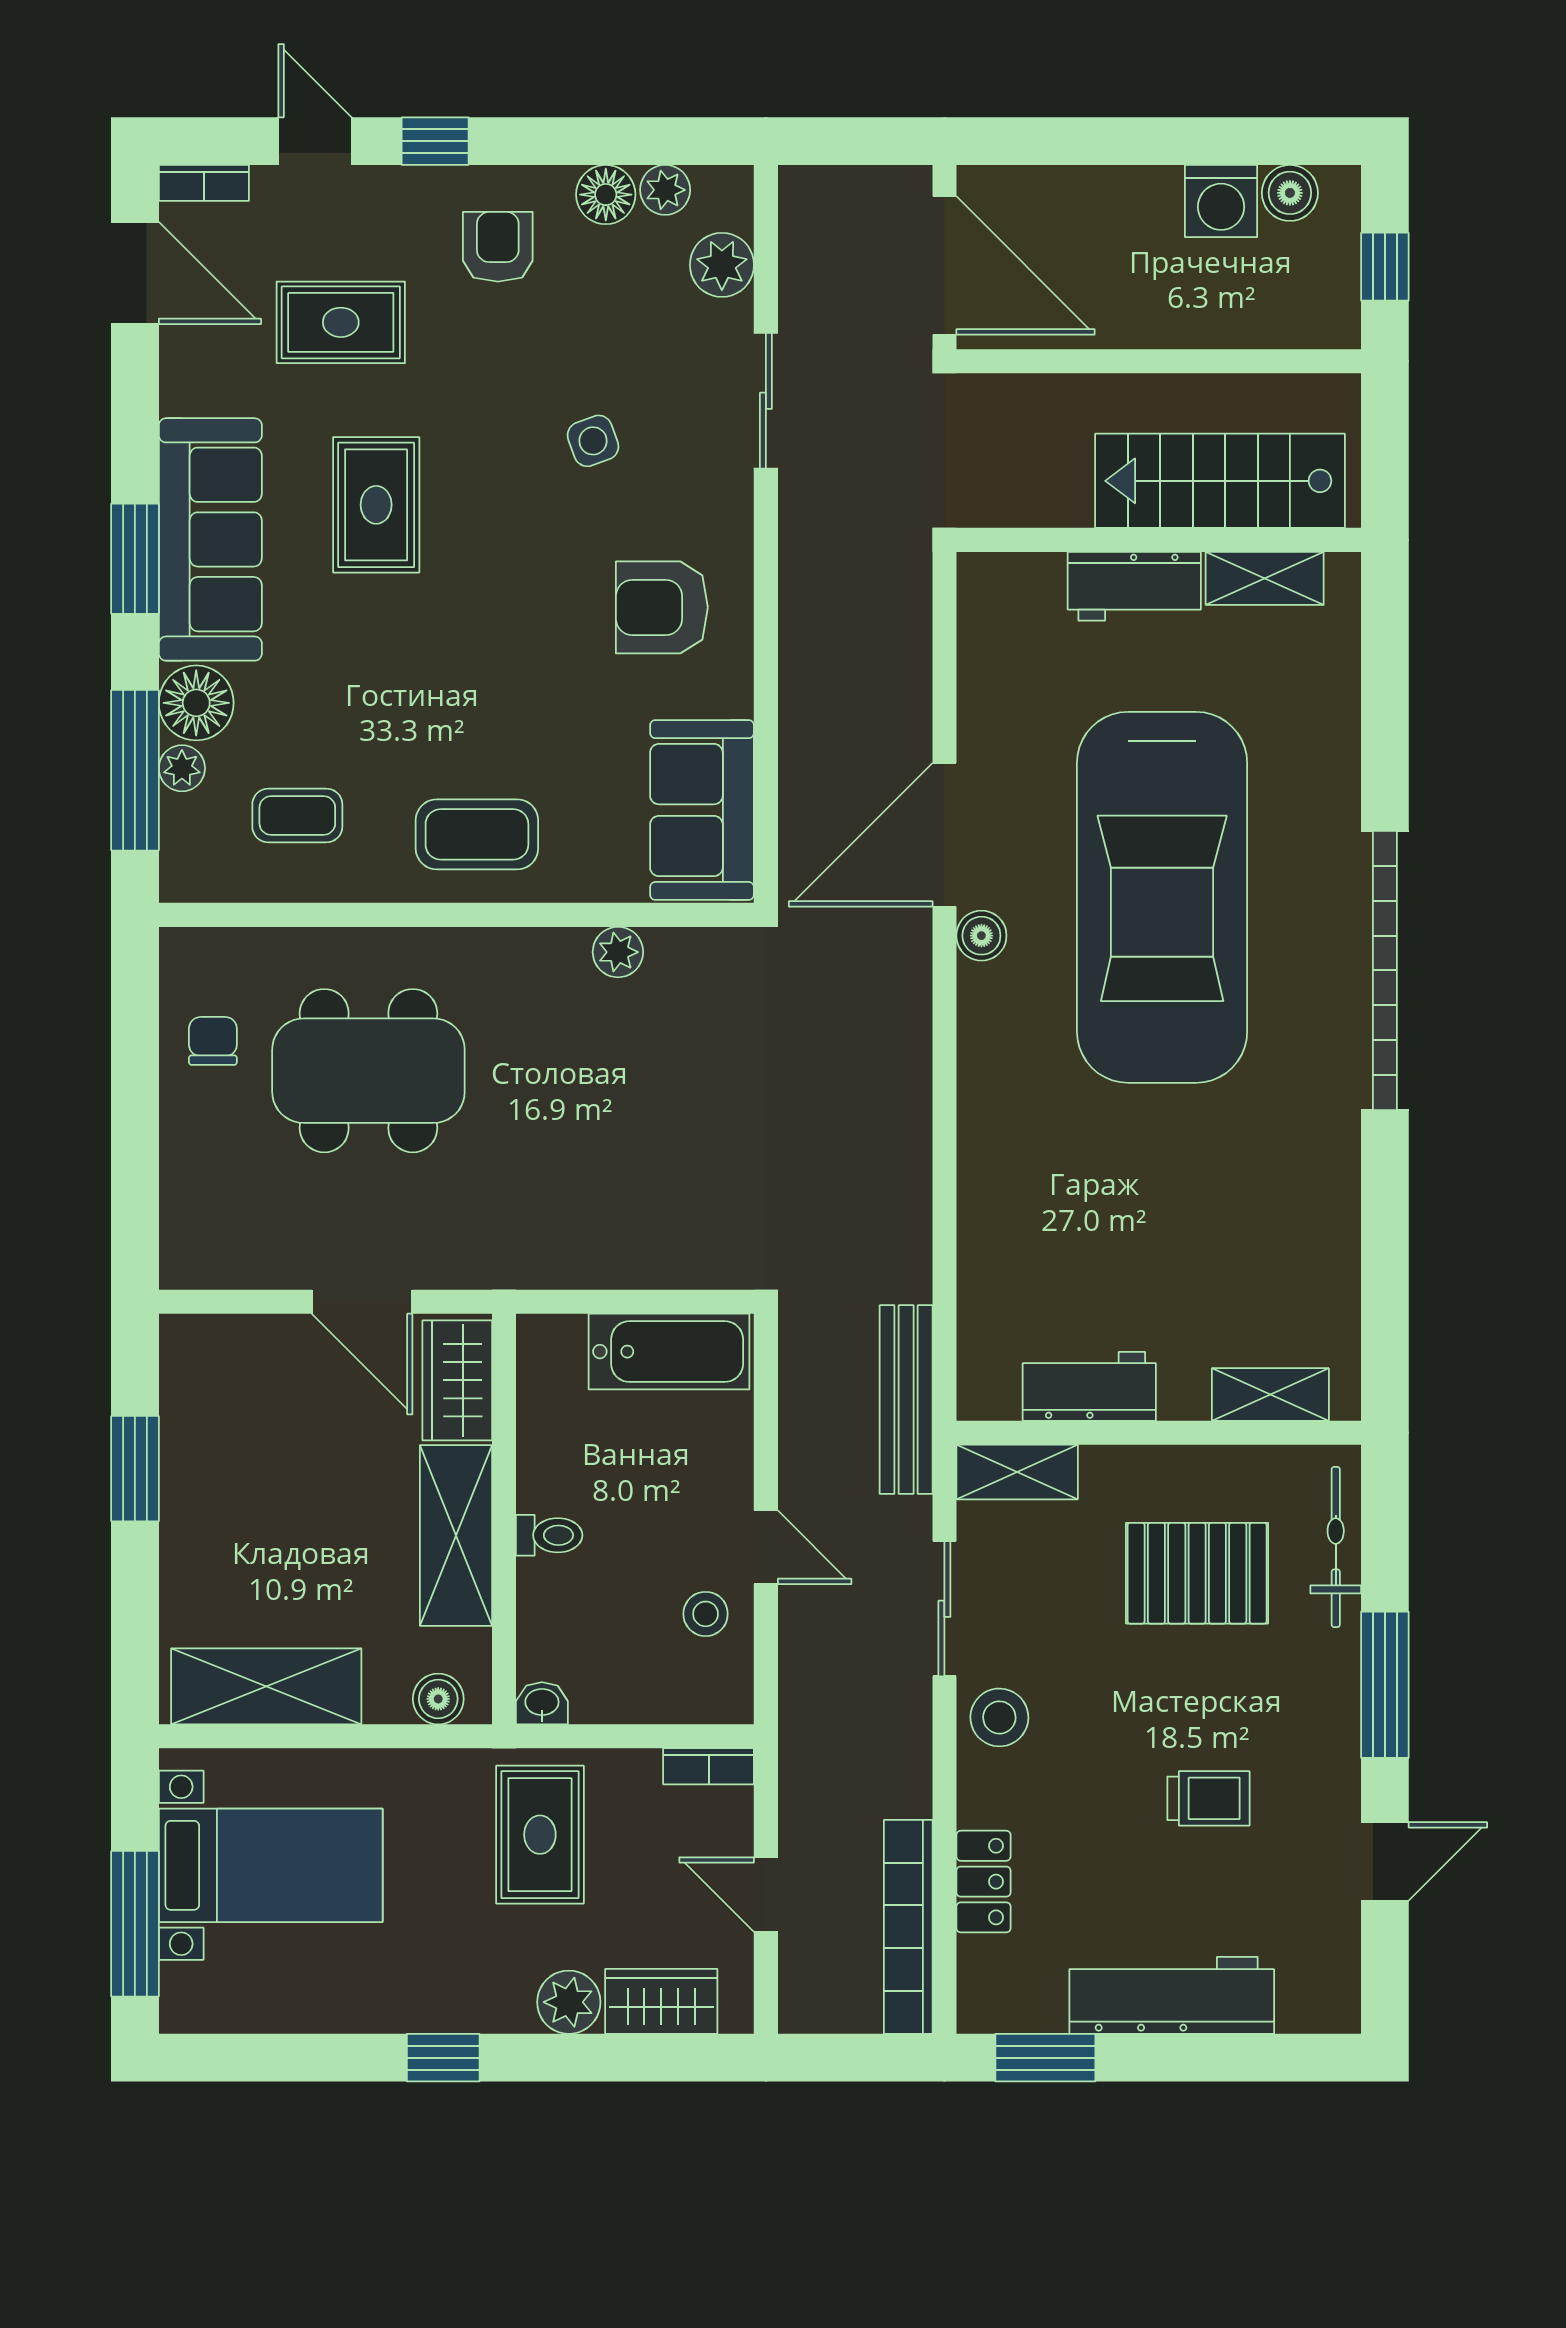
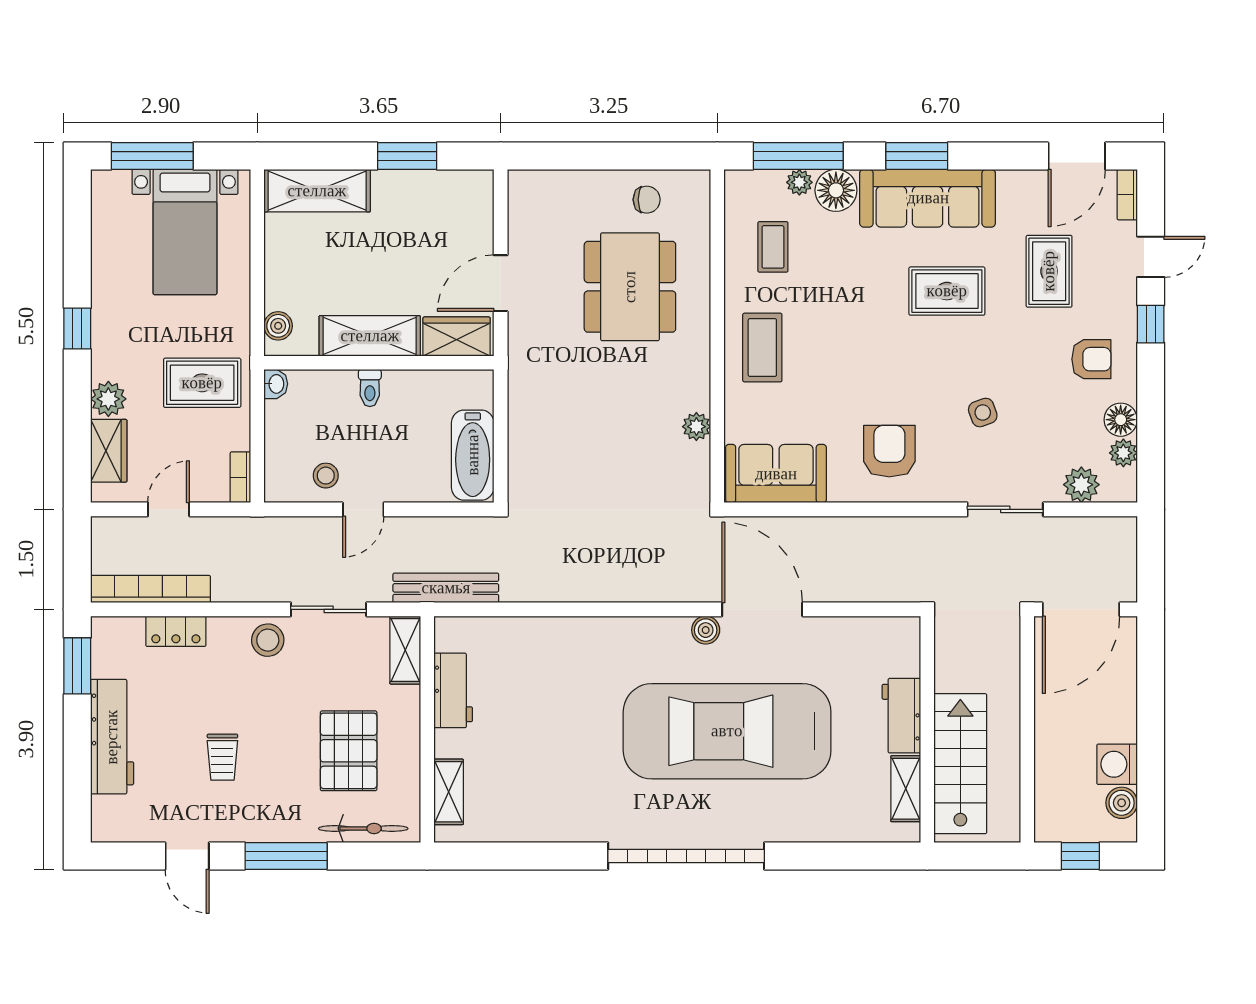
shelving: (266, 1686) -> (317, 191), moved, turned 90

